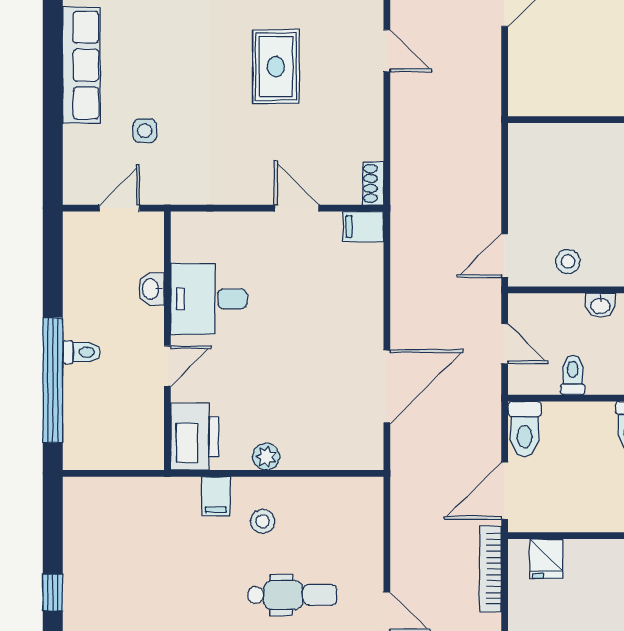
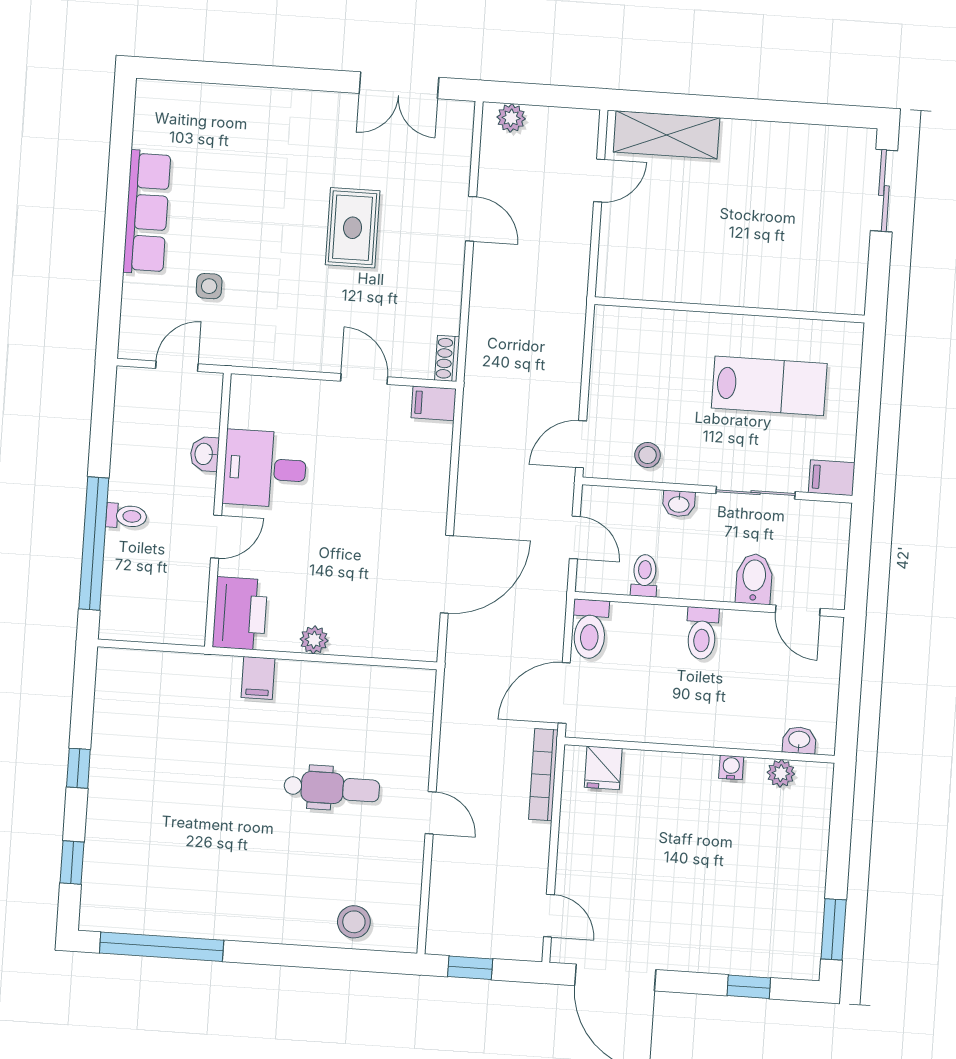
stool: (263, 521) -> (306, 708), removed

